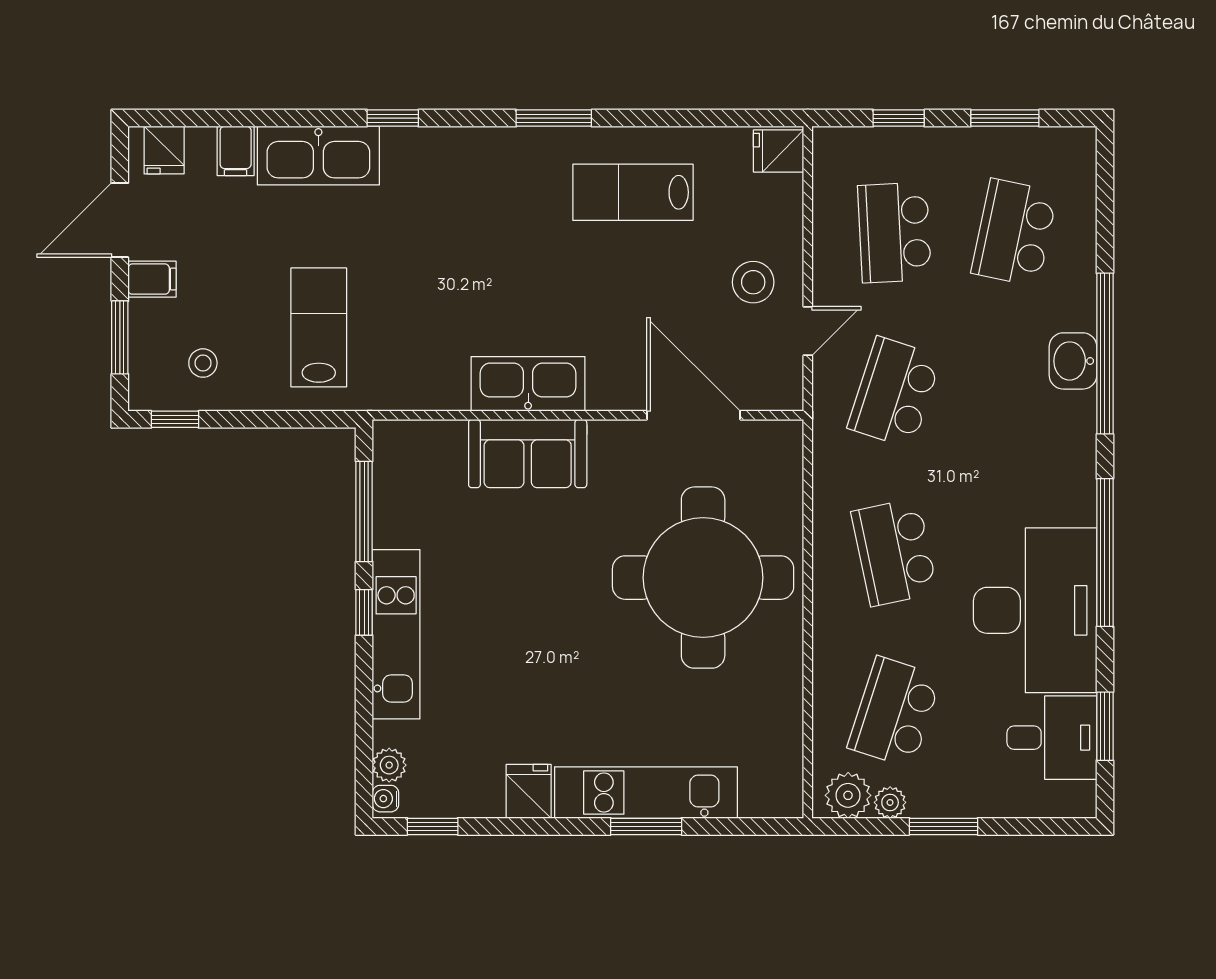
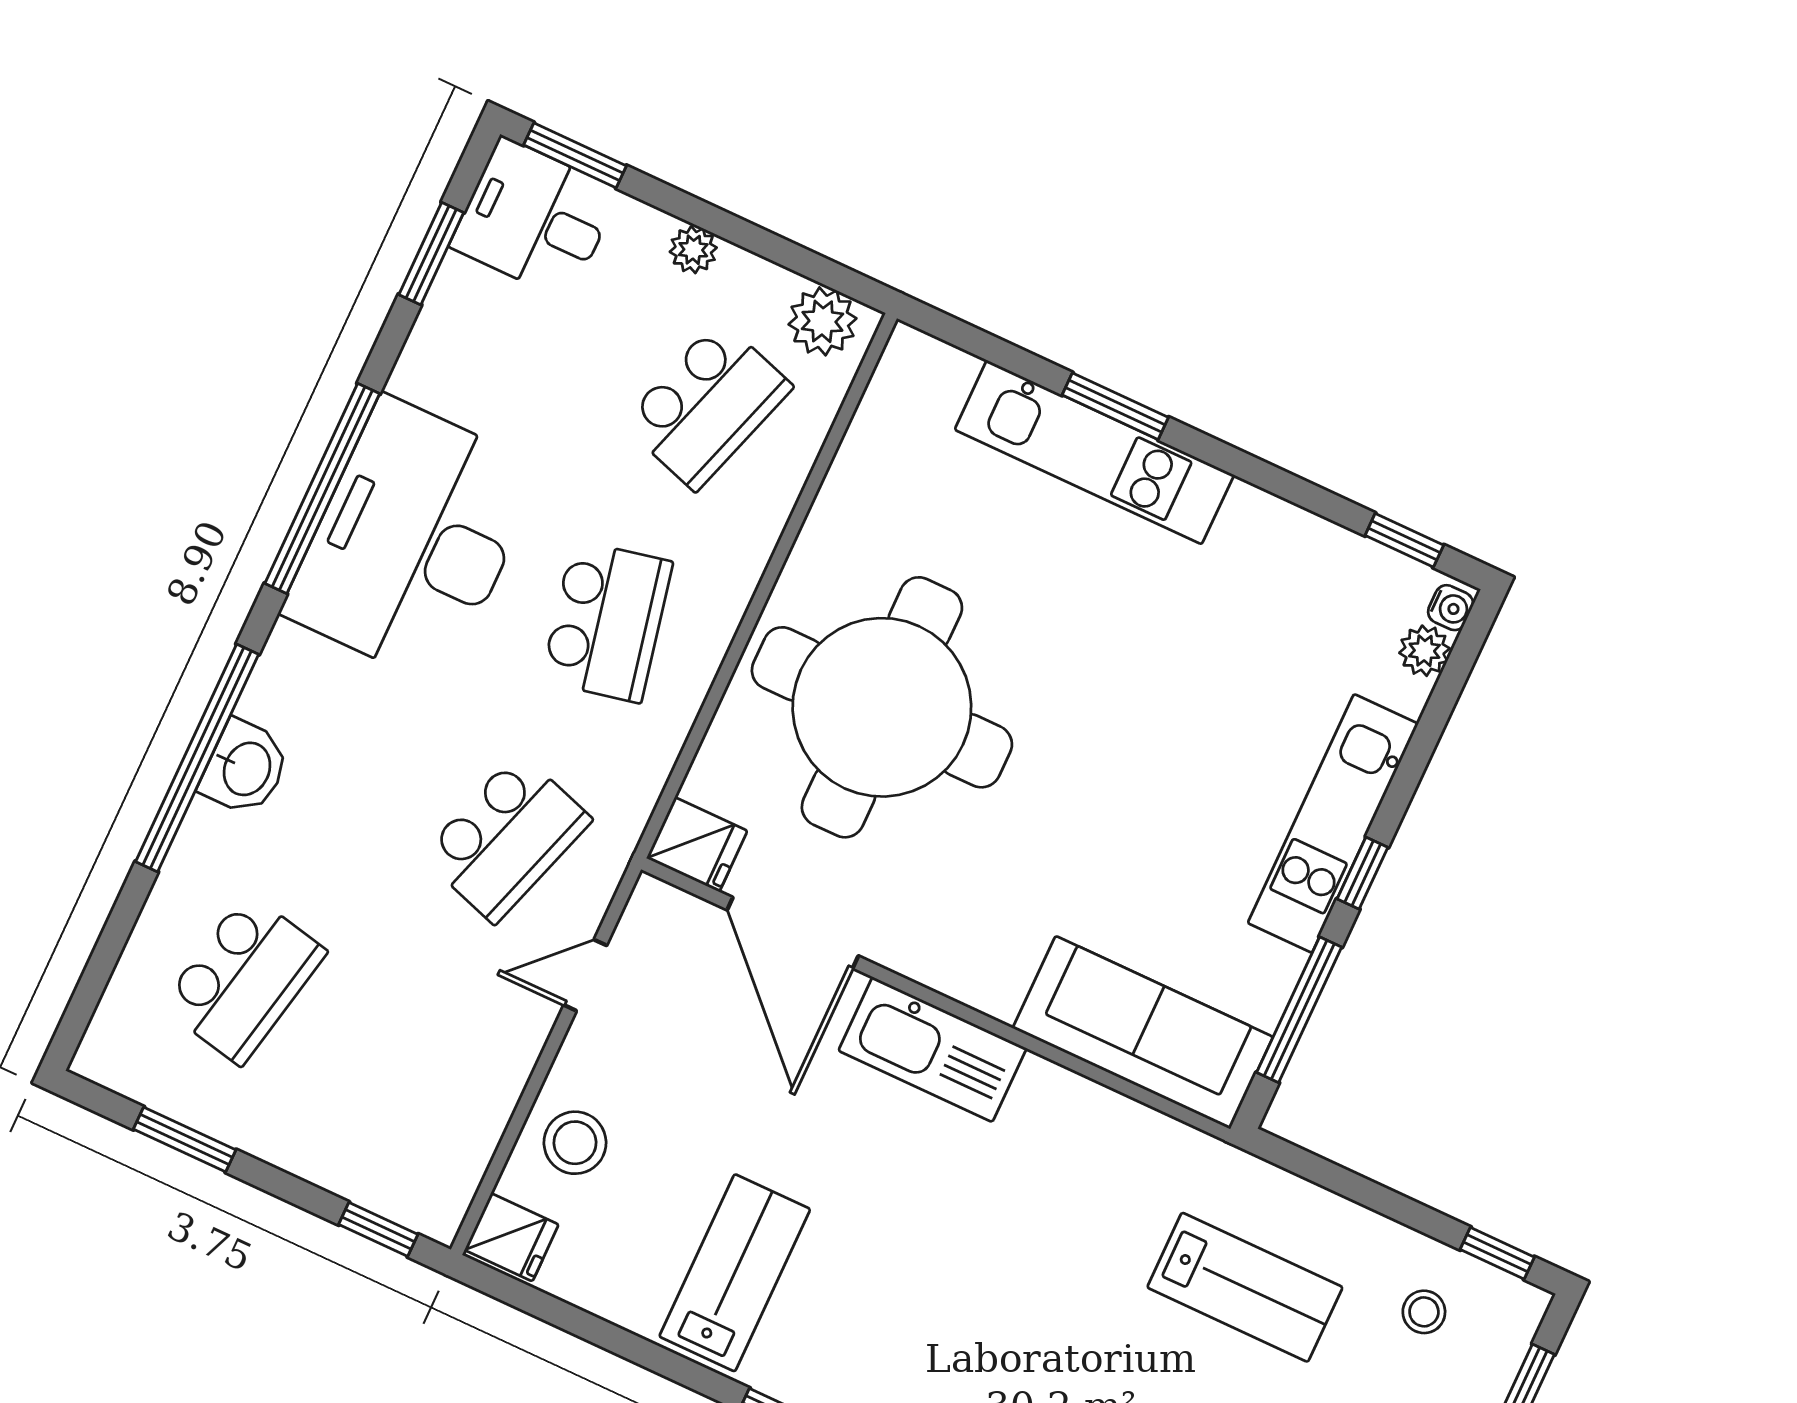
window: (899, 118) -> (378, 1229), moved
lab bench: (633, 192) -> (735, 1273), turned -90
school desk: (894, 233) -> (406, 1054), removed
stool: (753, 282) -> (575, 1143), moved
lab bench: (319, 327) -> (1245, 1287), turned -90
kitchen sink: (528, 384) -> (932, 1049), moved
sofa: (528, 454) -> (1143, 1032), moved, width x1.36
desk: (1035, 610) -> (413, 541), moved
desk: (1052, 738) -> (535, 219), moved
fridge: (529, 791) -> (697, 845), moved, turned -90
plant: (890, 802) -> (693, 250), moved
window: (943, 826) -> (575, 155), moved

